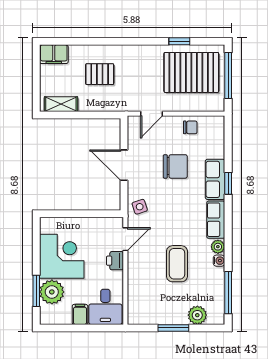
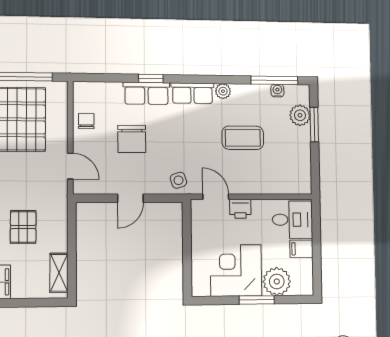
door: (124, 165) -> (130, 198), width x0.73
chair: (175, 166) -> (132, 139), turned 180
water cooler: (219, 261) -> (277, 91), moved
window: (36, 291) -> (257, 300), moved
window: (173, 328) -> (314, 125), moved

